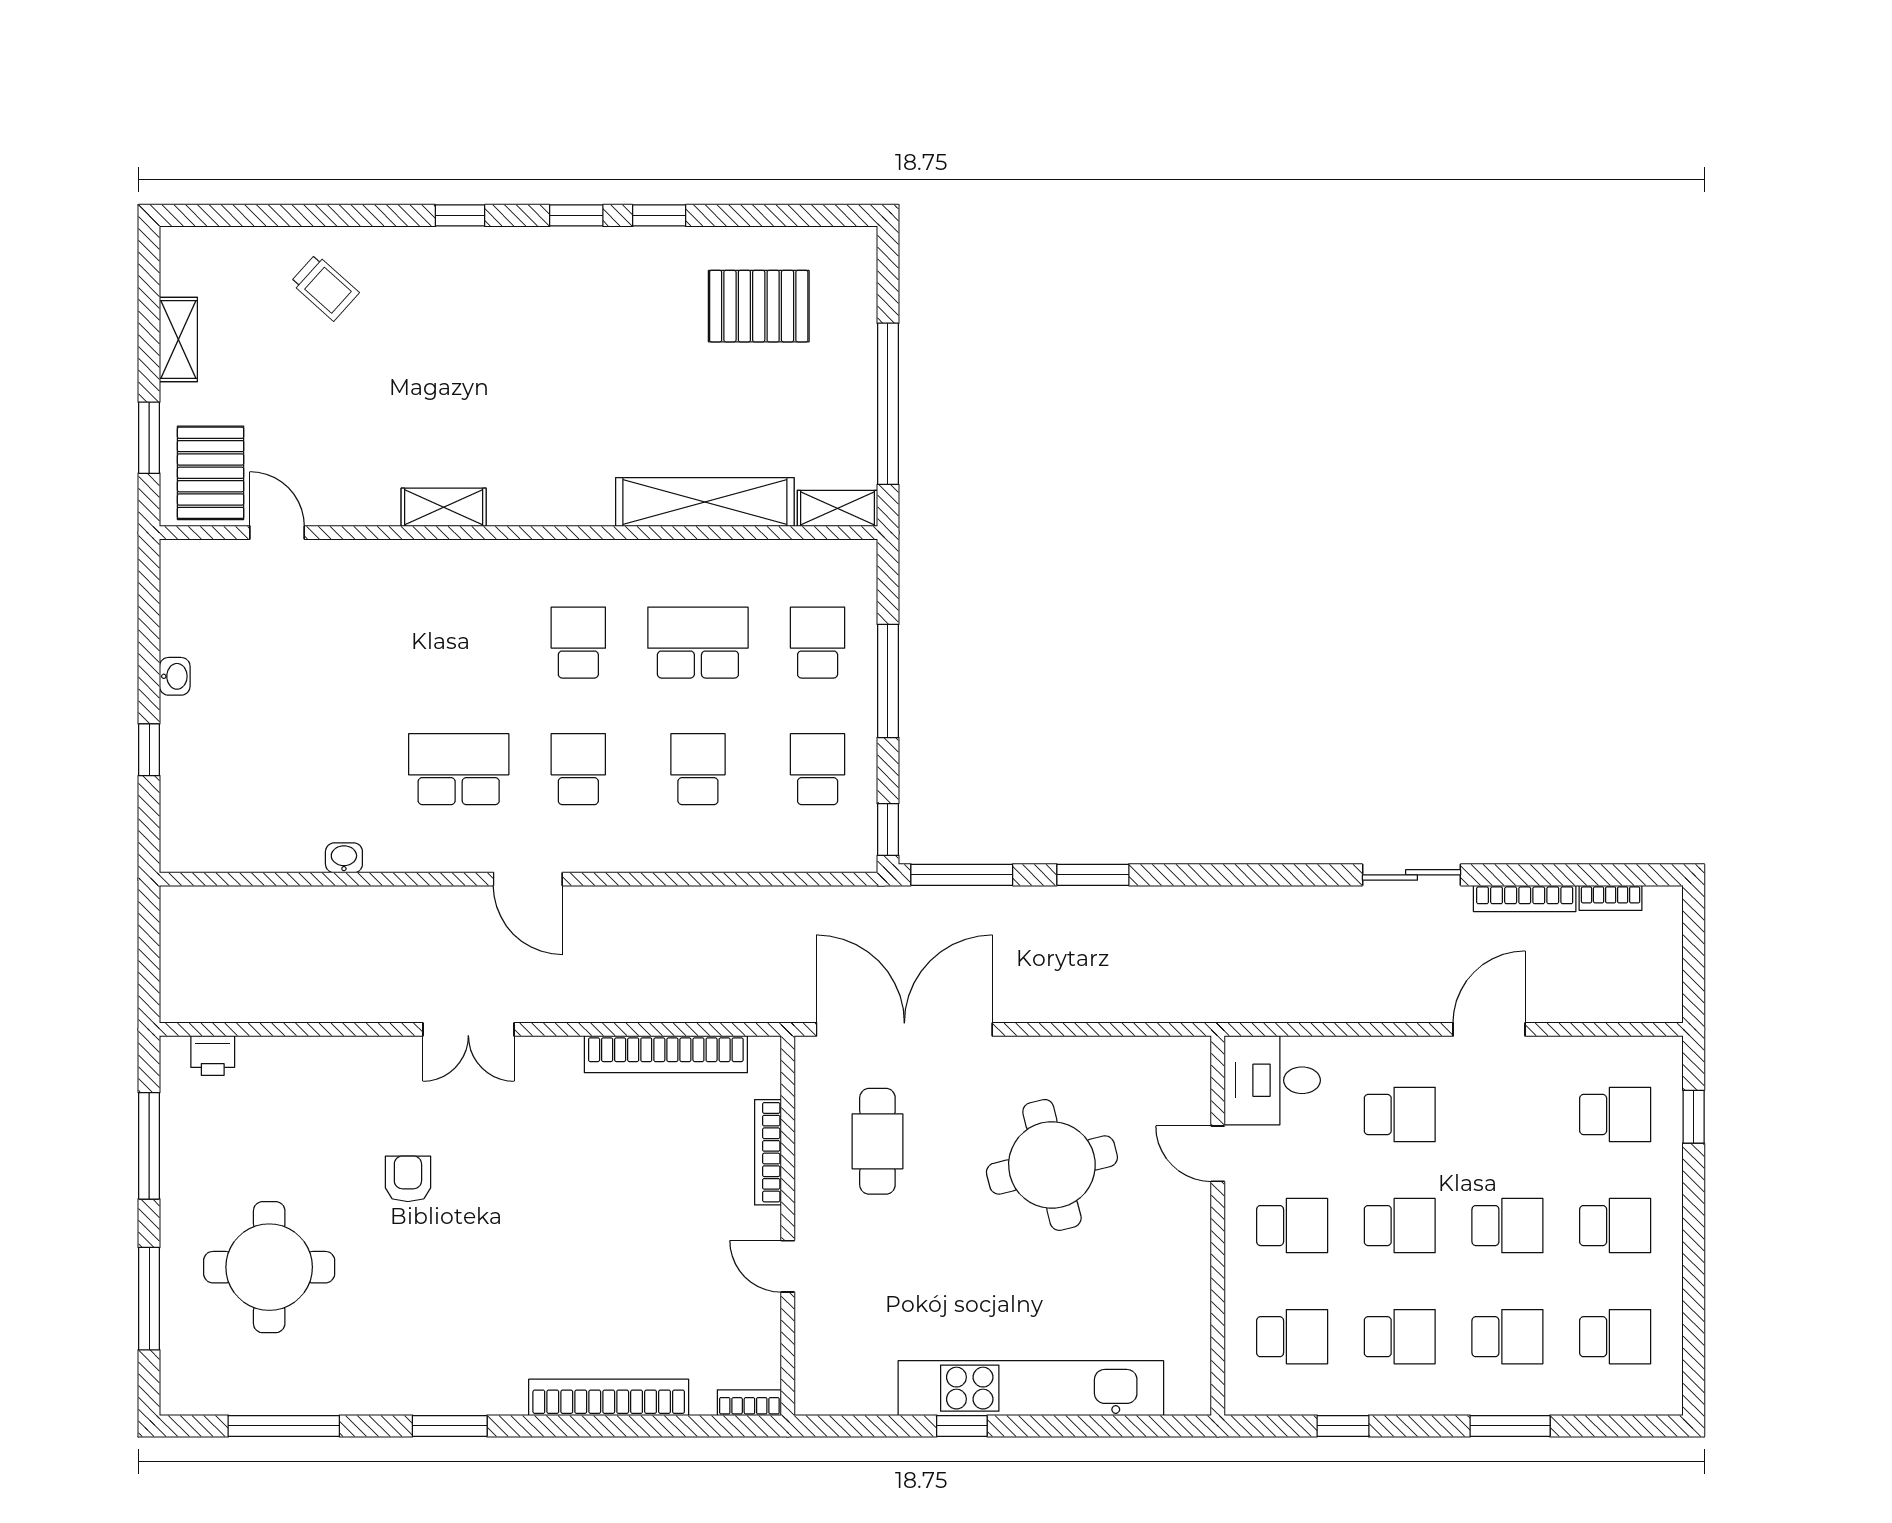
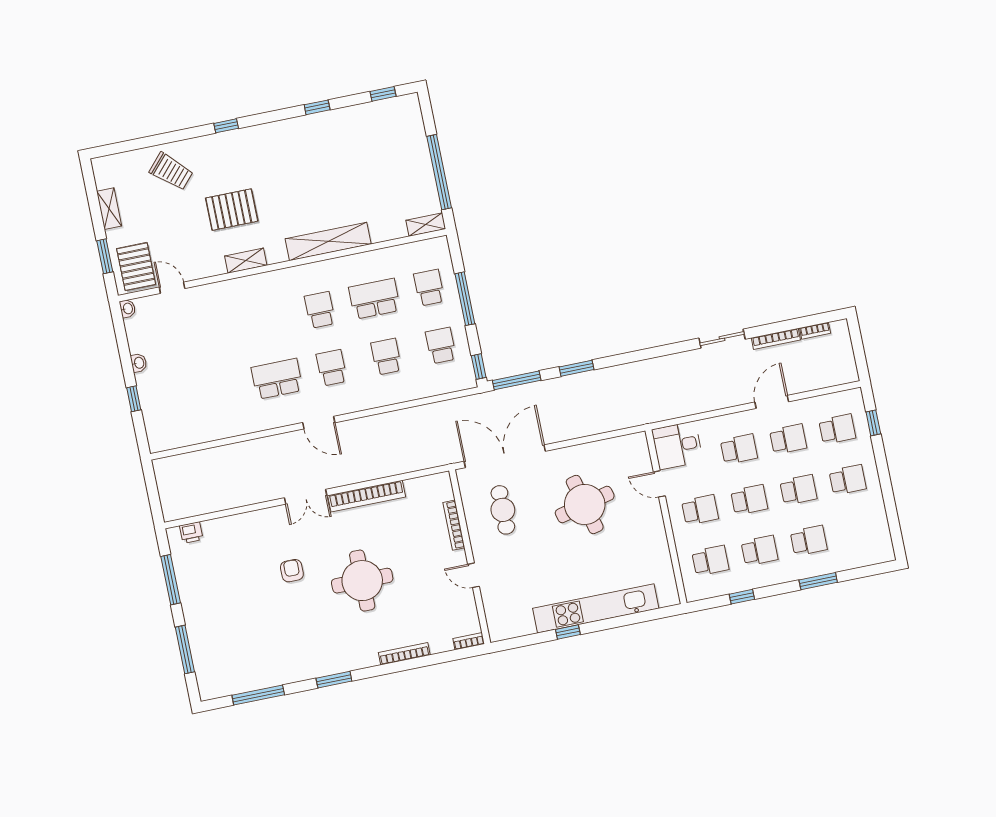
window: (576, 215) -> (383, 94), moved
trolley: (325, 288) -> (171, 171), width x1.36, depth x1.39
pallet: (759, 306) -> (232, 210), moved
shelving: (705, 502) -> (328, 241), moved
washbasin: (344, 858) -> (128, 309), moved, turned 90
bookcase: (666, 1054) -> (367, 496), moved
round table: (269, 1267) -> (362, 581), moved
school desk: (1615, 1337) -> (788, 439), moved
bookcase: (609, 1397) -> (404, 654), width x0.68, depth x0.76

